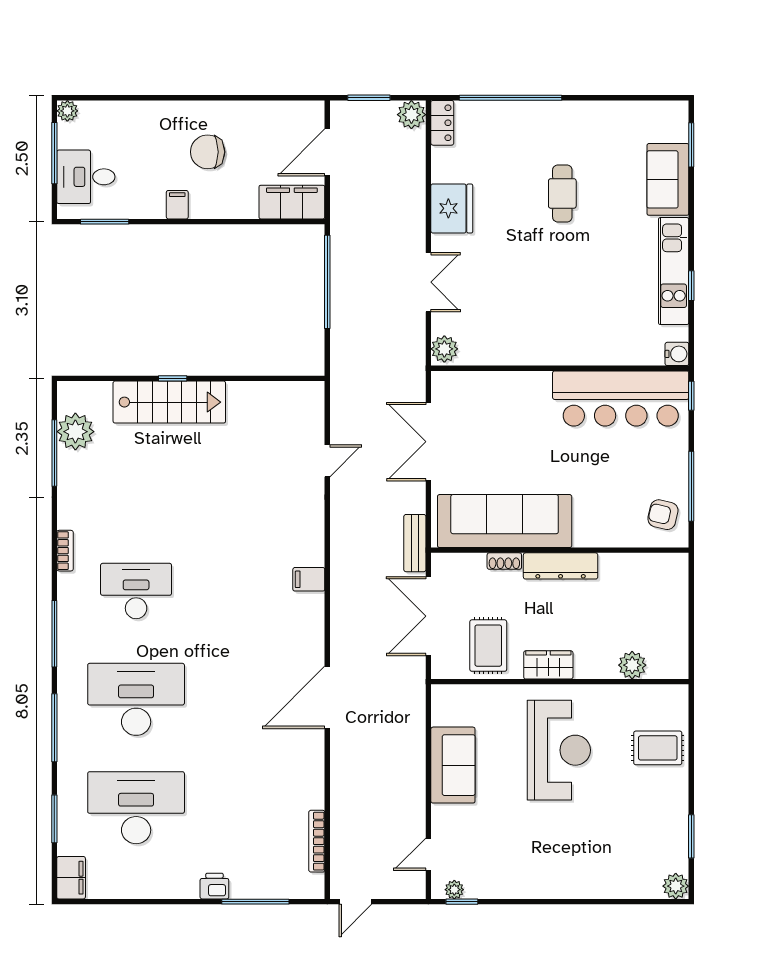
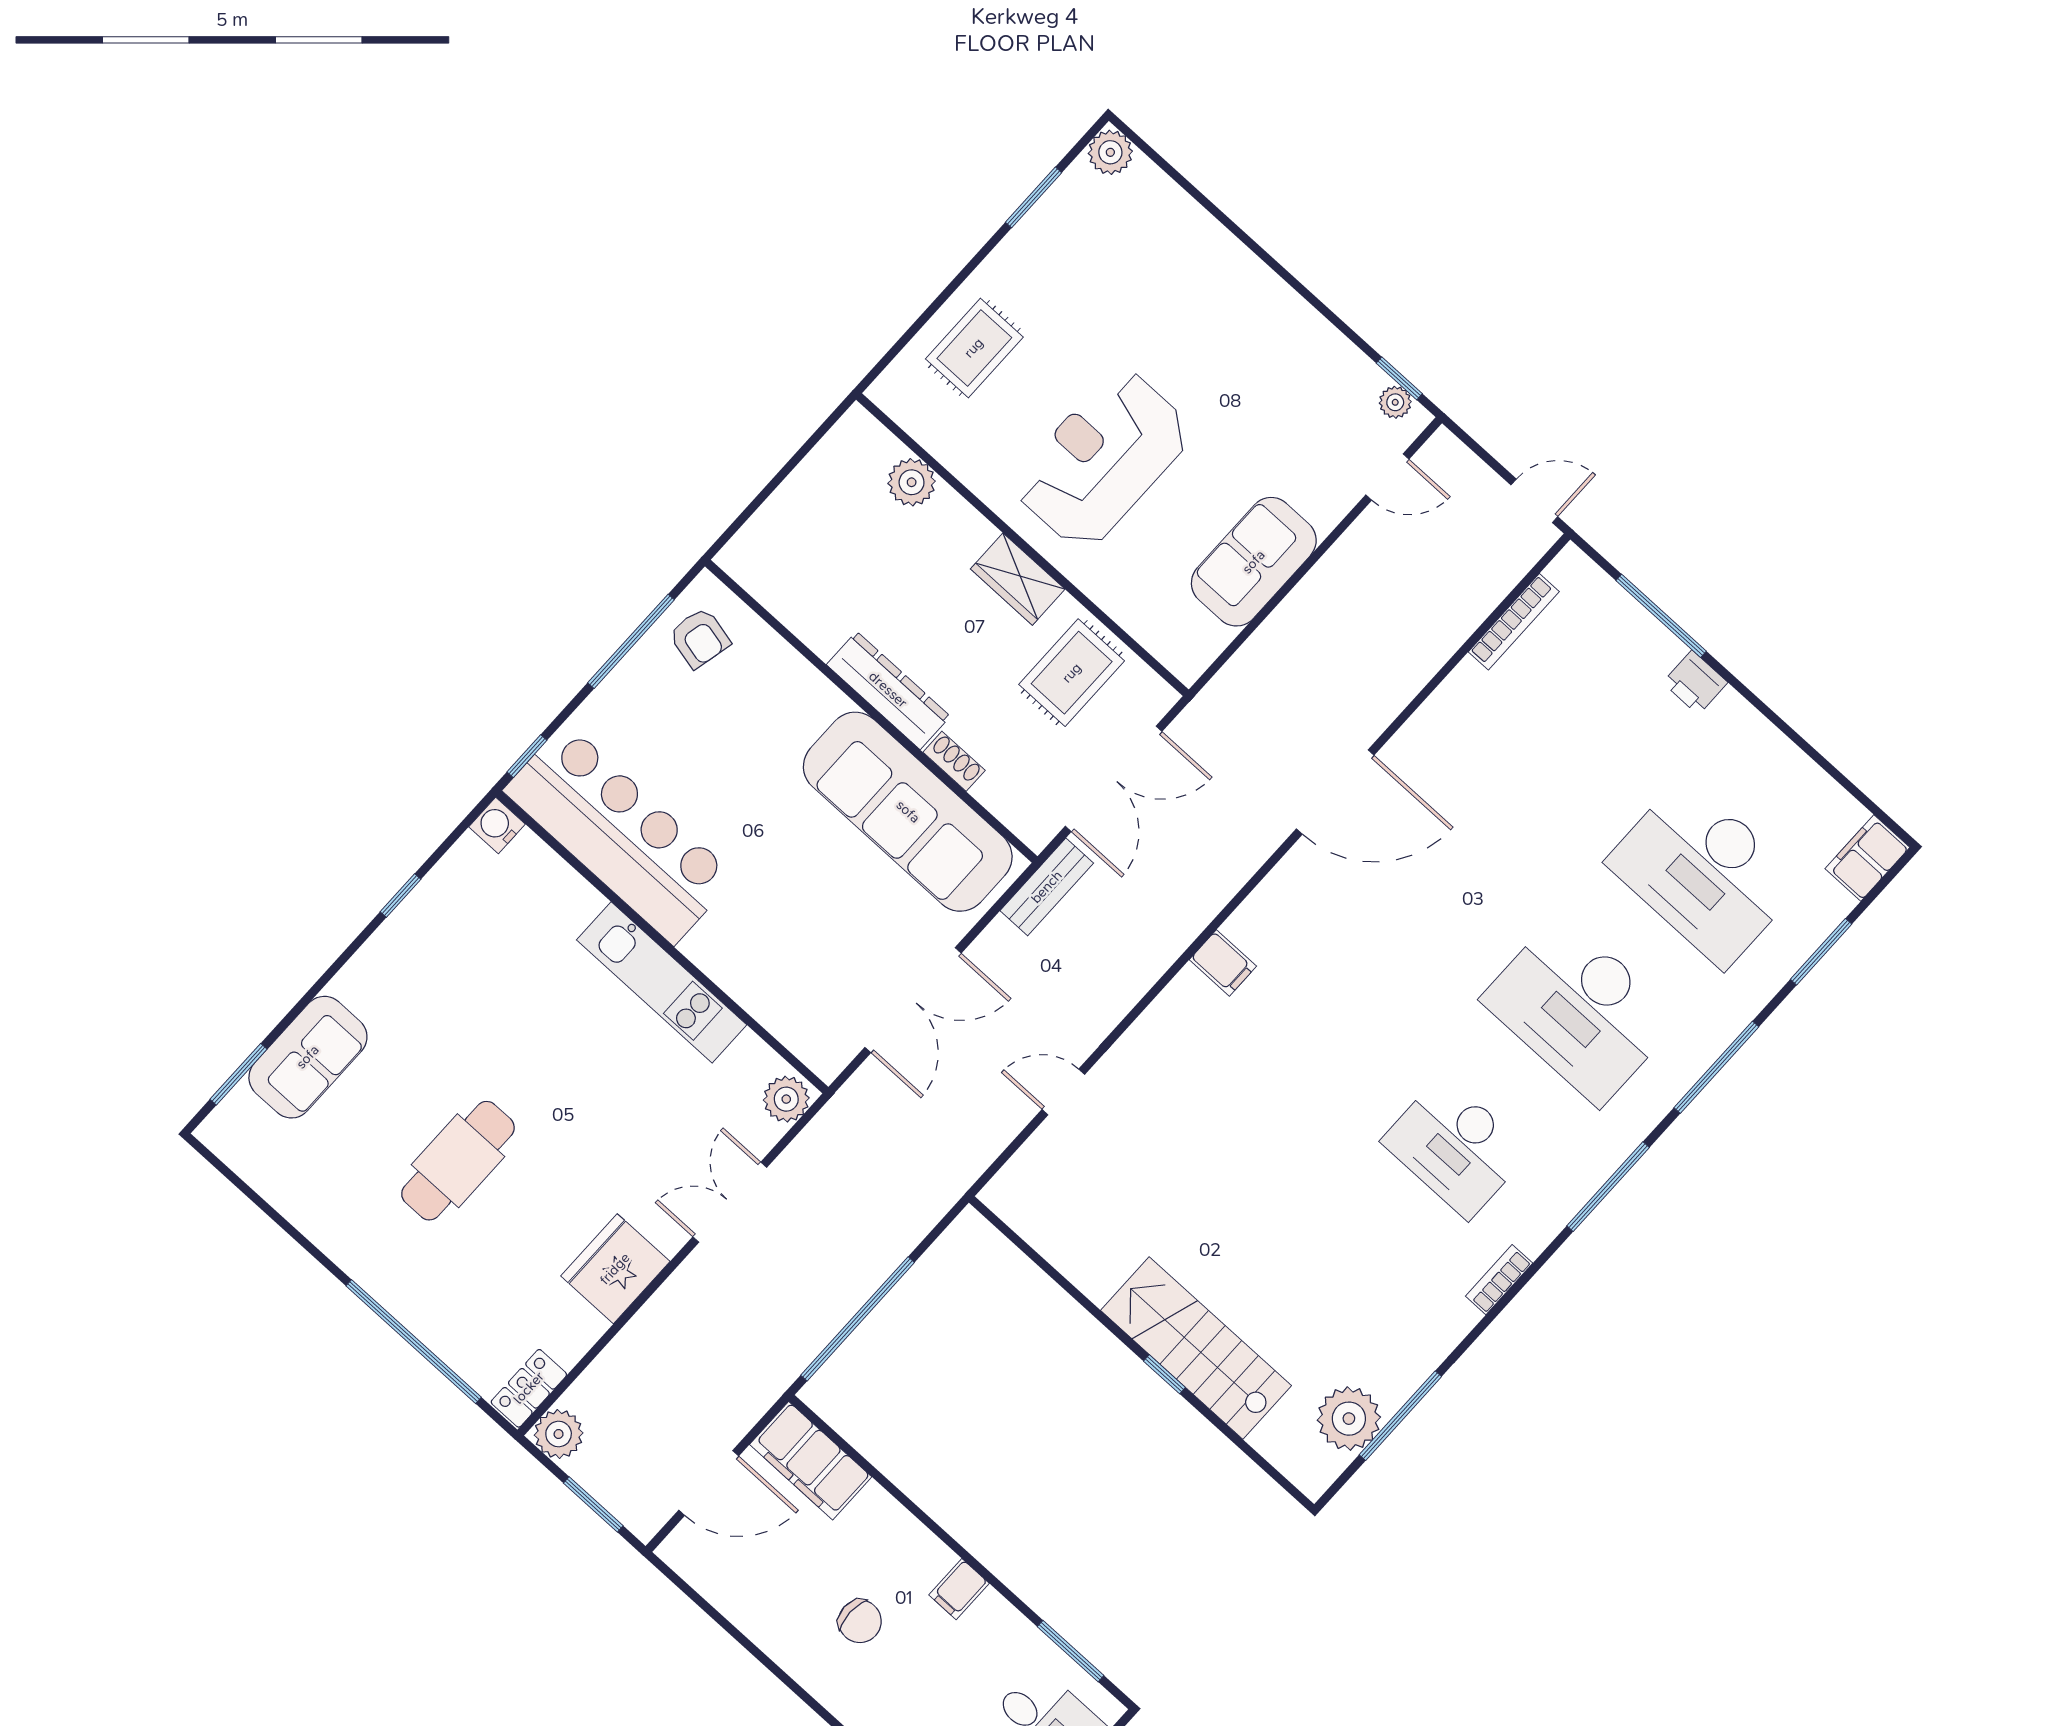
chair: (208, 152) -> (860, 1621), width x0.73, depth x0.73
cafe table: (562, 193) -> (458, 1161), width x1.37, depth x1.35
kitchen unit: (674, 271) -> (662, 982), moved, turned 90
rug: (658, 748) -> (974, 348), turned 90

